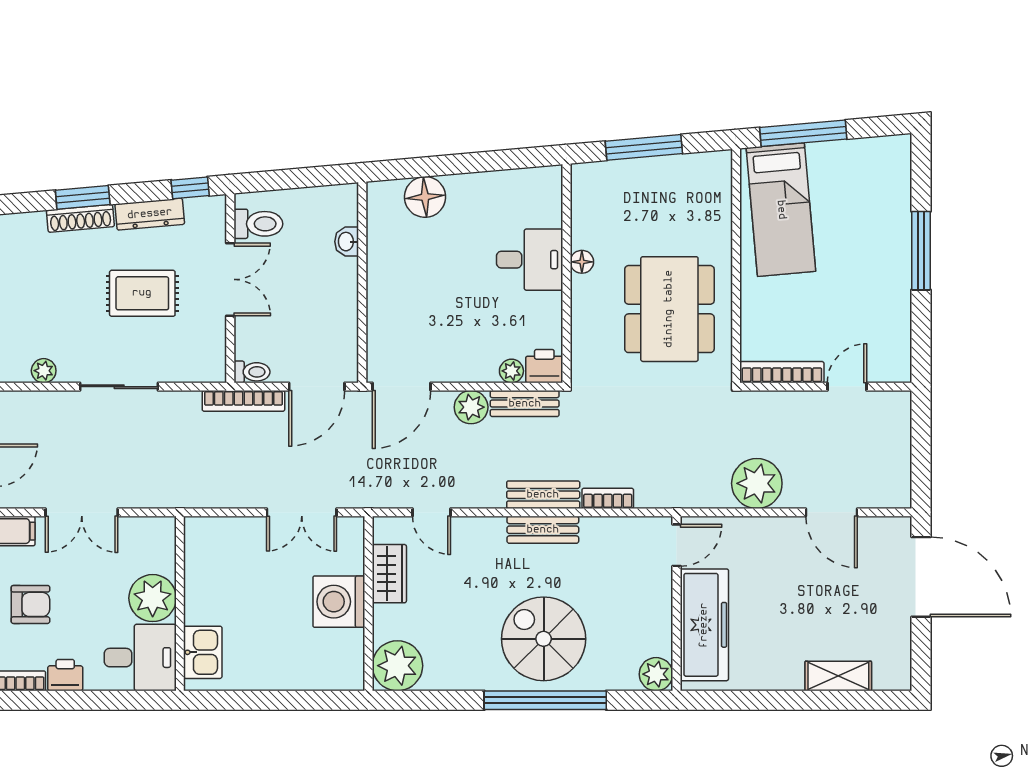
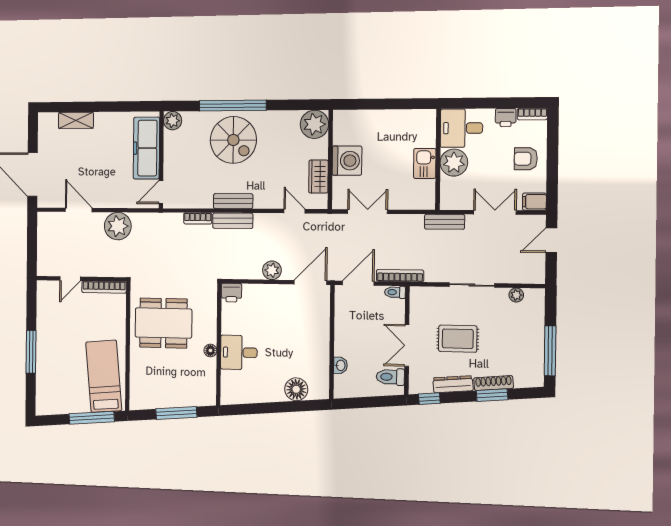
dining table: (669, 309) -> (163, 323), turned 90
plant: (511, 371) -> (249, 290), removed
bench: (525, 404) -> (445, 222), moved
kitchen sink: (203, 652) -> (425, 163), moved

